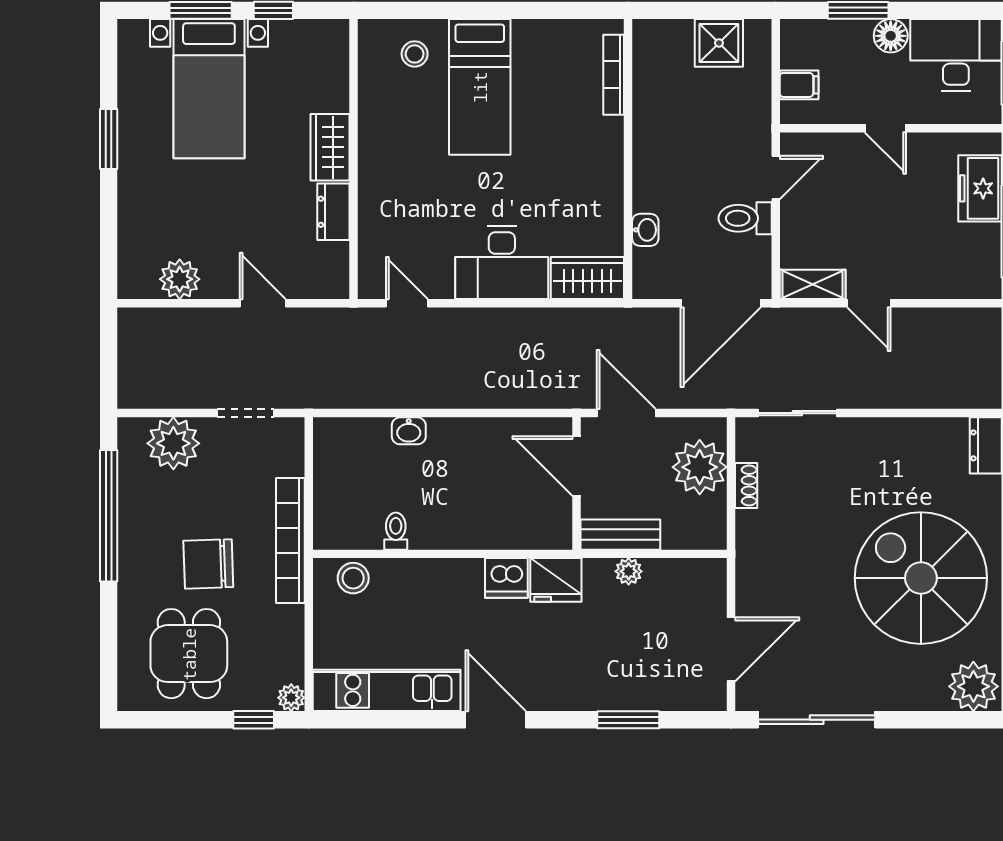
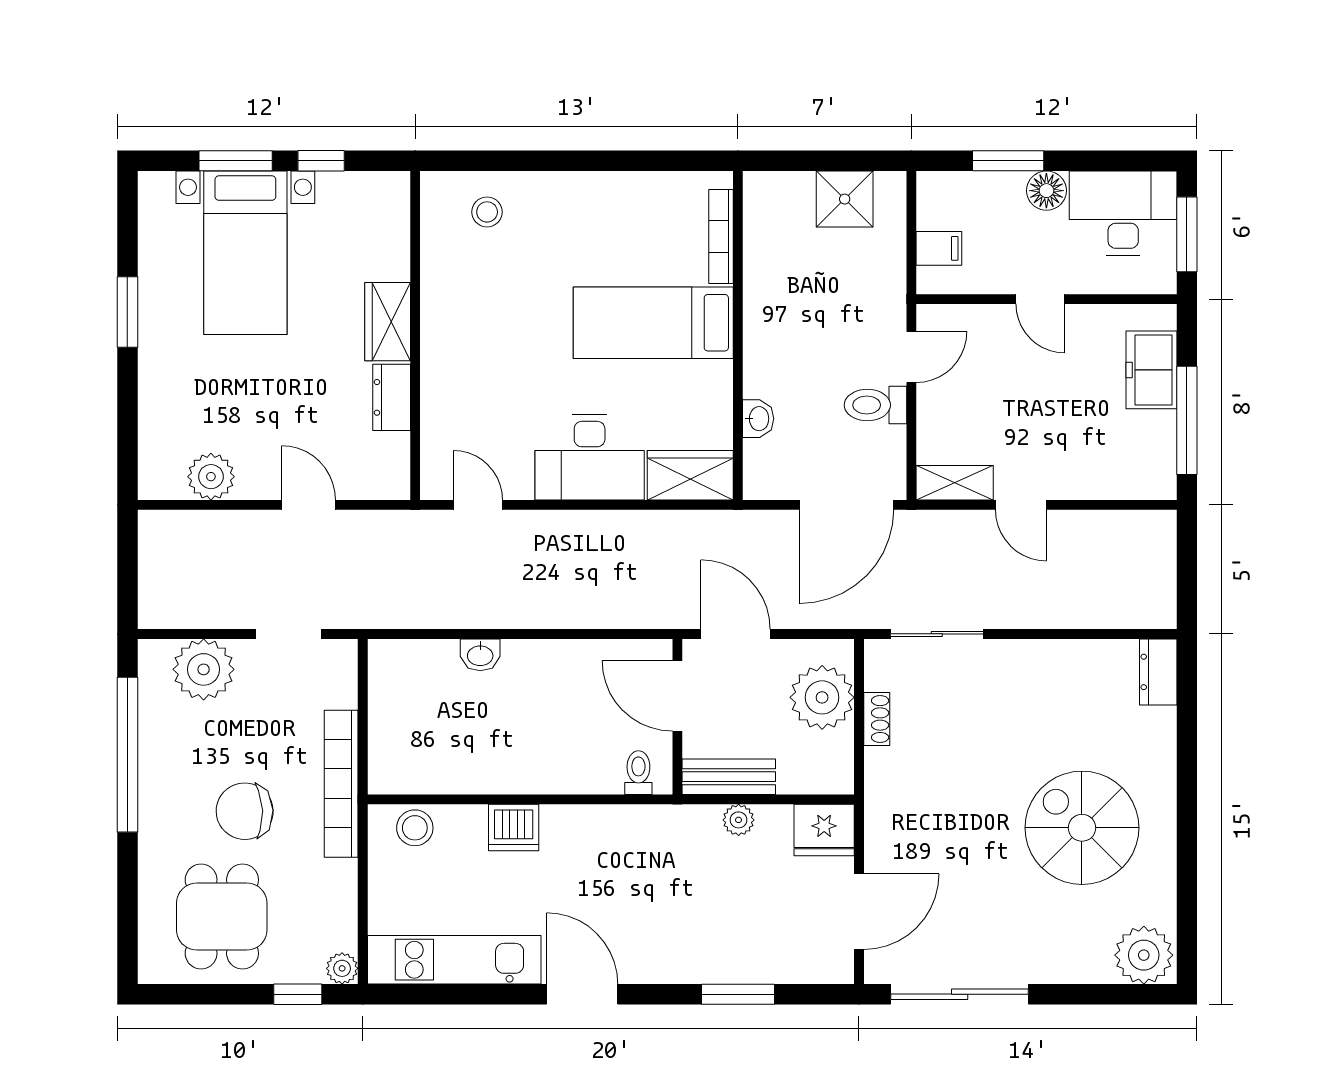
bed: (480, 87) -> (653, 323), moved, turned 90
toilet: (396, 531) -> (638, 773), moved
dishwasher: (506, 578) -> (514, 828), moved
spiral stairs: (921, 578) -> (1082, 828), width x0.73, depth x0.73
fridge: (556, 580) -> (824, 830), moved

